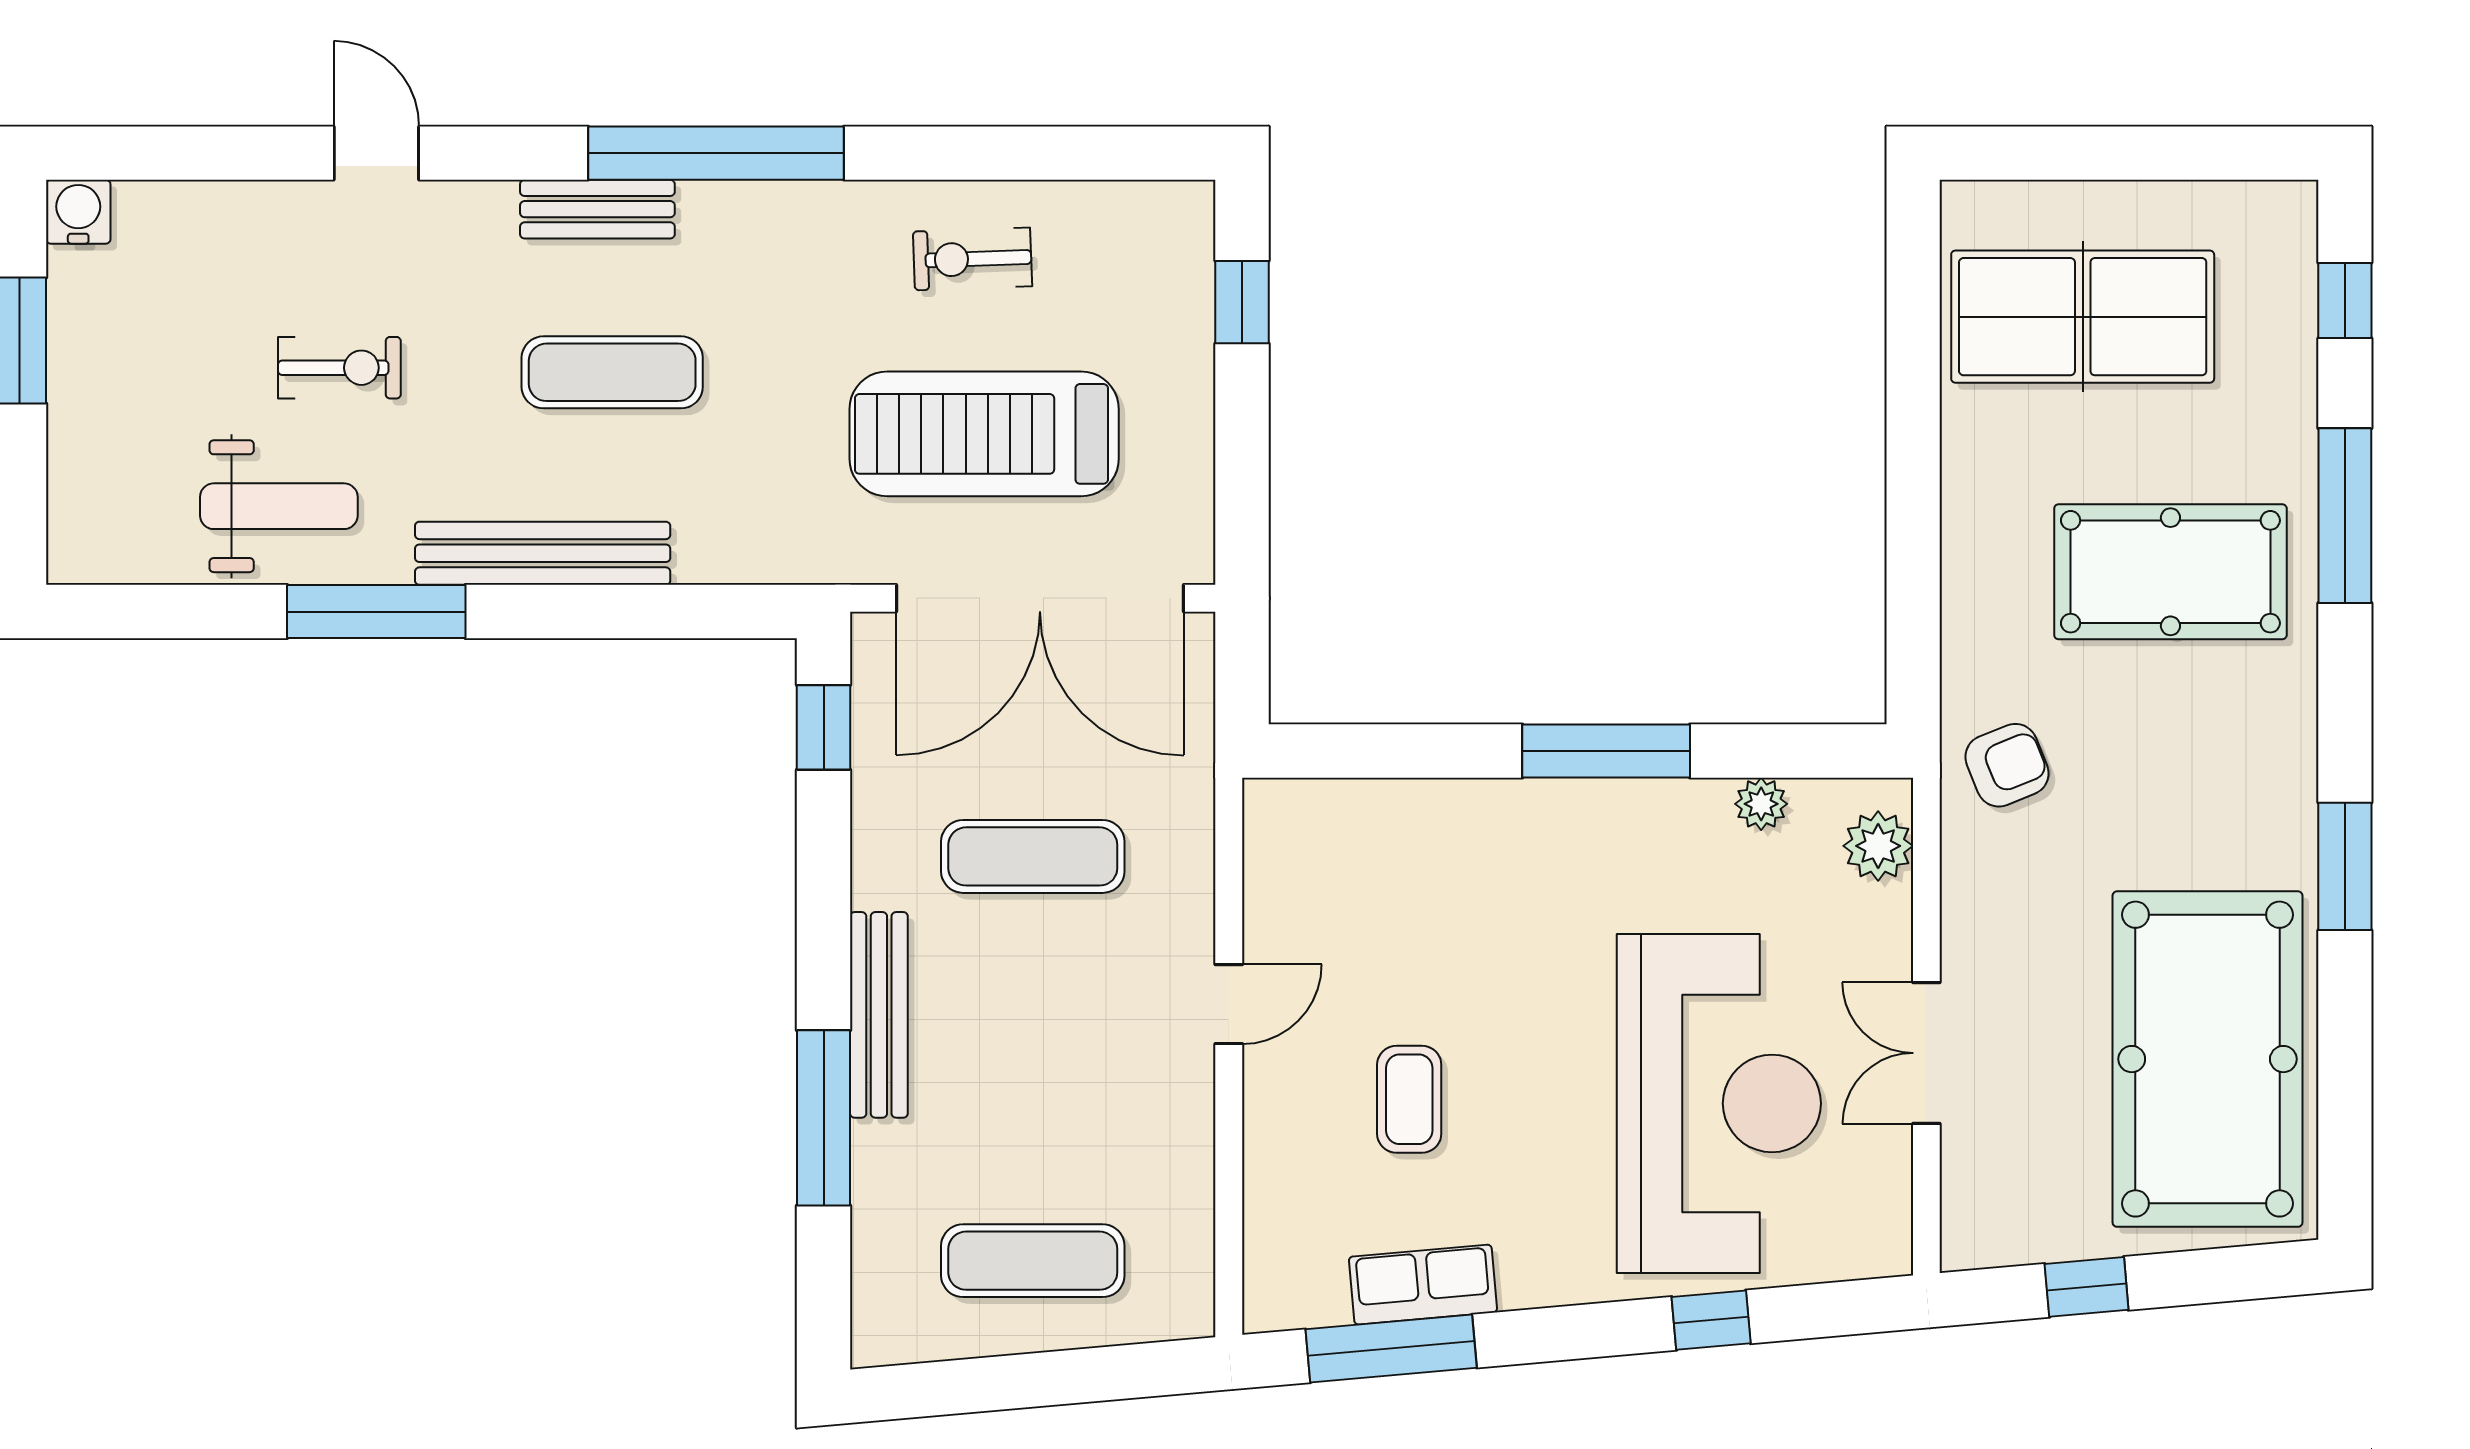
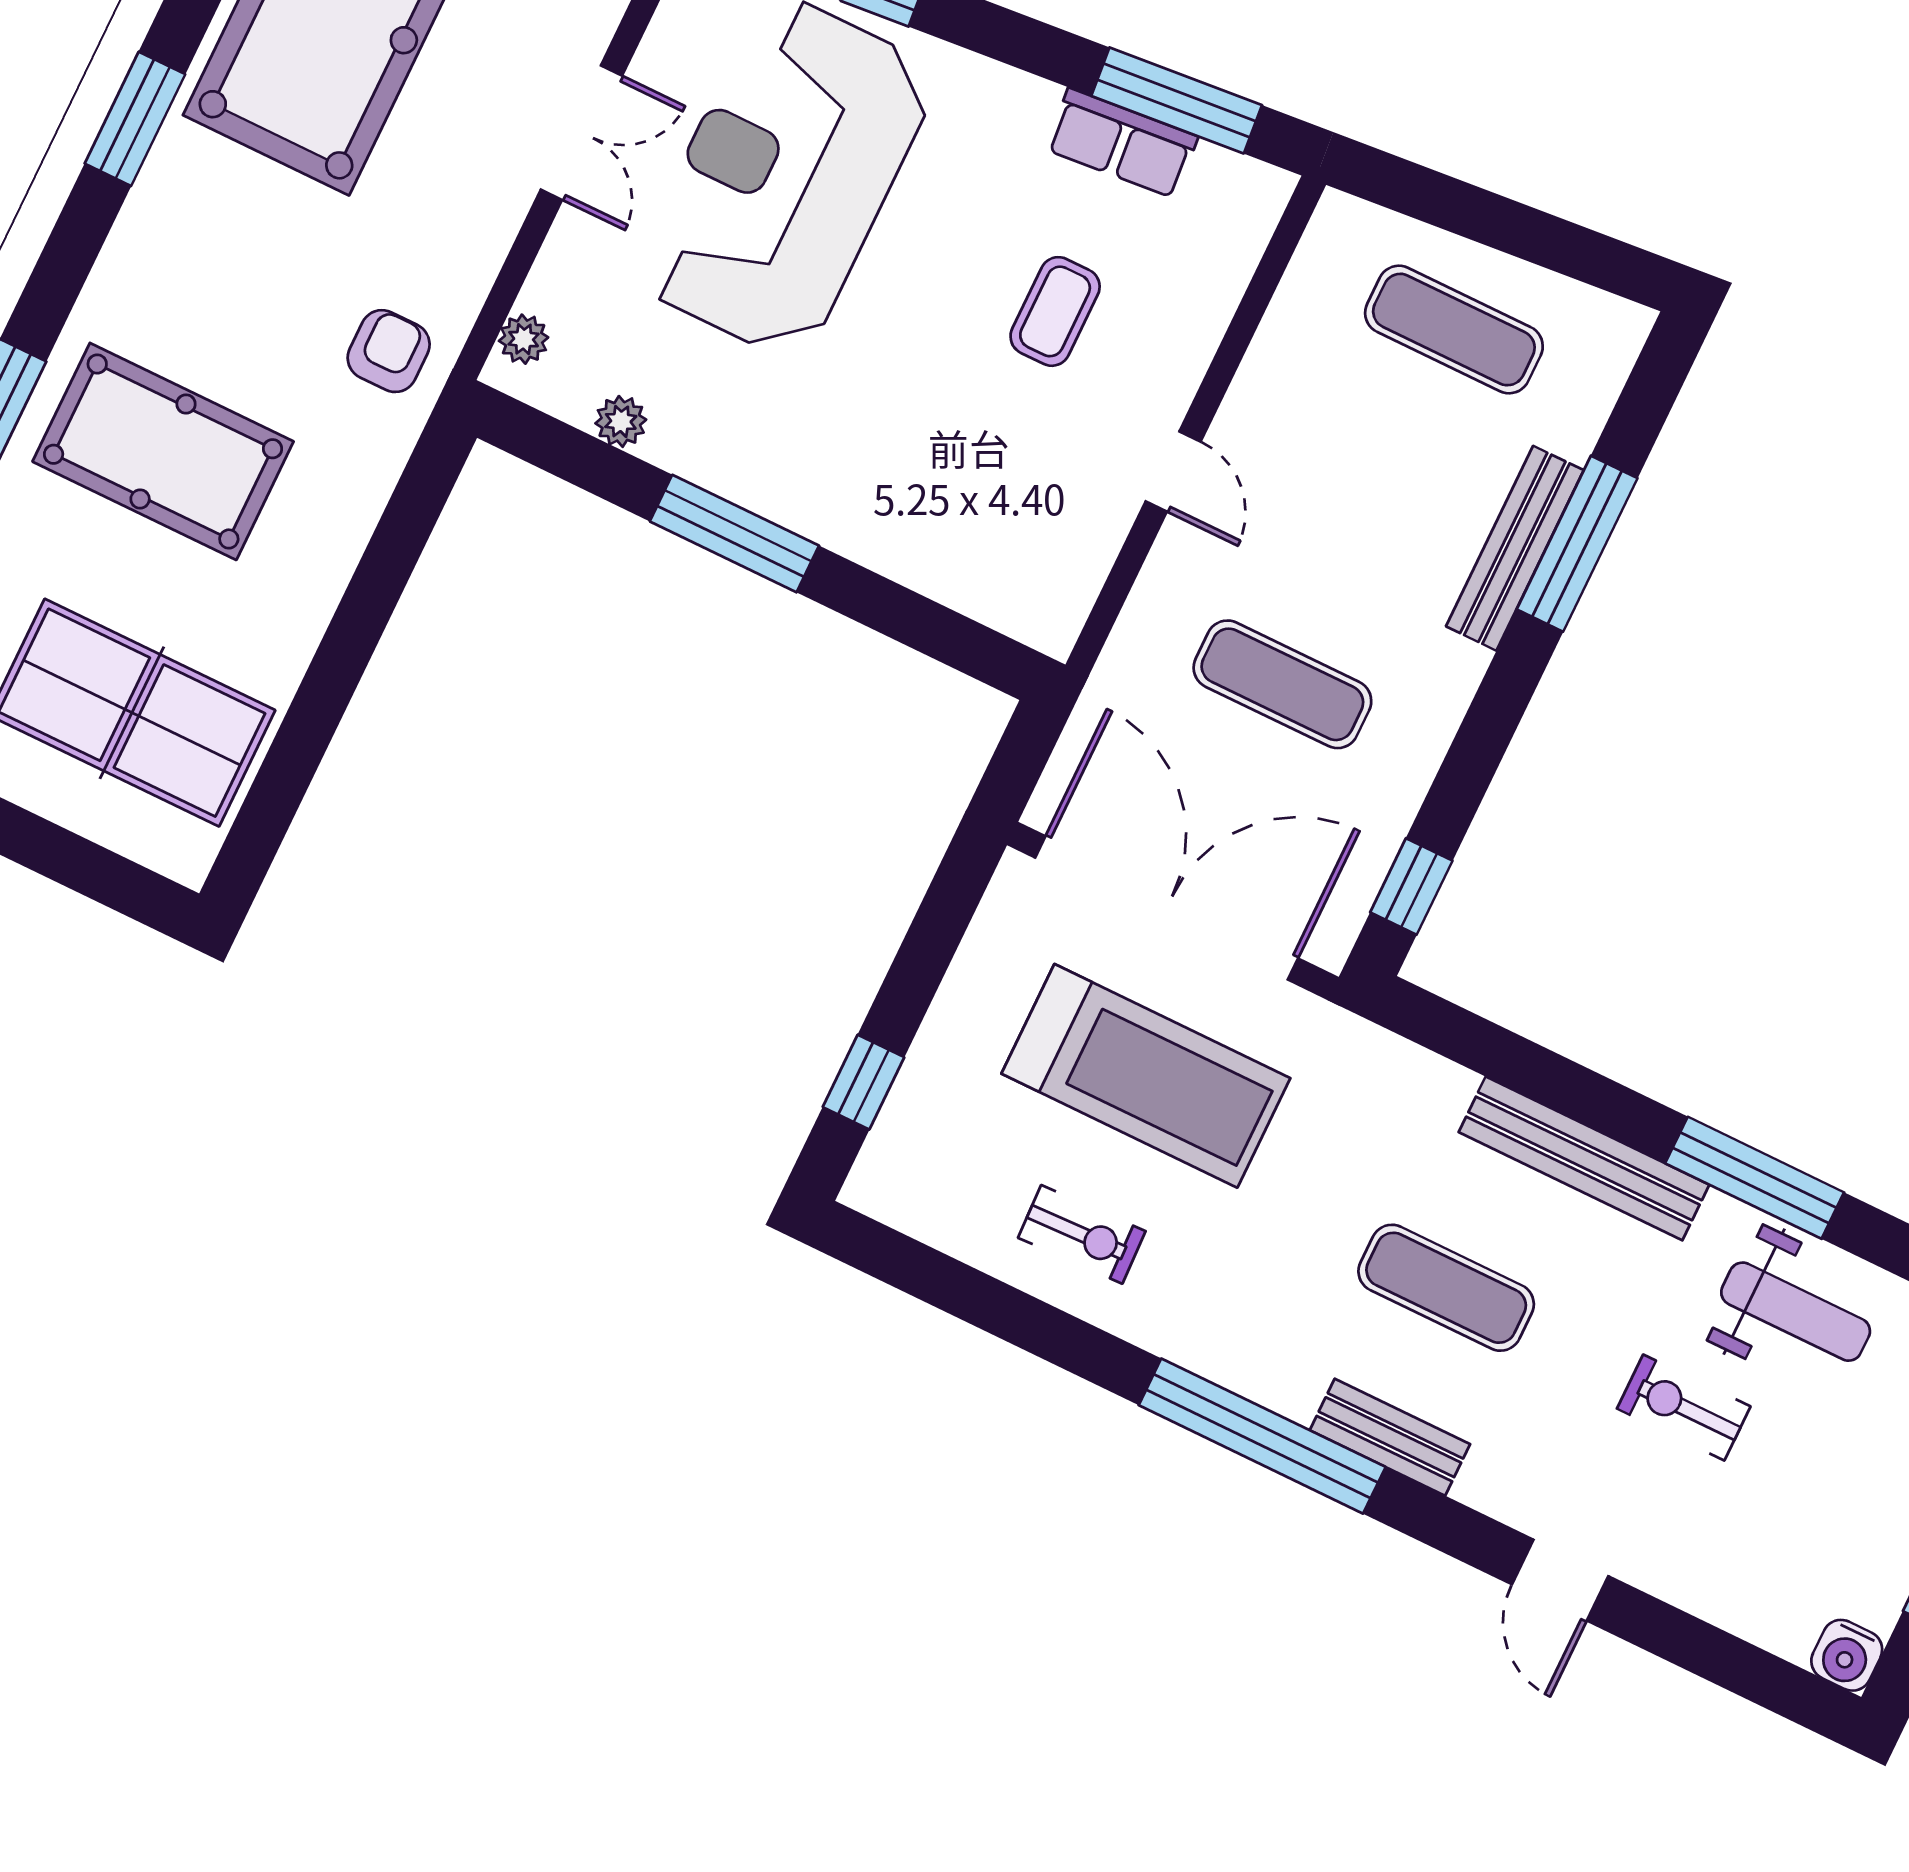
weight bench: (279, 506) -> (1796, 1312), turned 180
armchair: (2007, 765) -> (389, 351), turned 112
plant: (1878, 846) -> (524, 339), width x0.73, depth x0.73
door: (1229, 1004) -> (1173, 472), swing flipped
bench: (879, 1015) -> (1515, 548), moved

